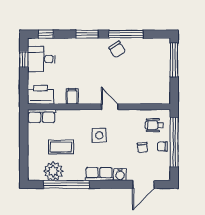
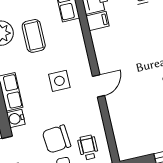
filing cabinet: (72, 96) -> (98, 21), moved
chair: (142, 147) -> (57, 139), width x1.87, depth x1.87

